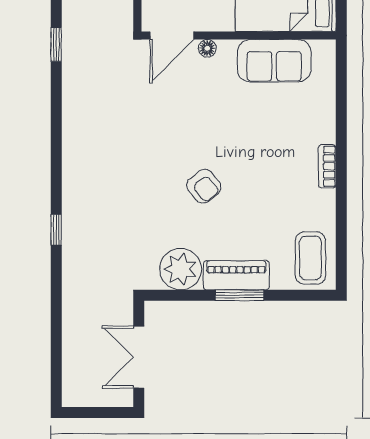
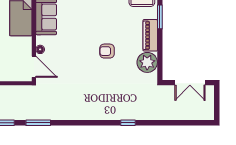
window: (56, 44) -> (38, 123), width x1.50
armchair: (204, 186) -> (107, 51), turned -141
window: (239, 295) -> (160, 17), moved

